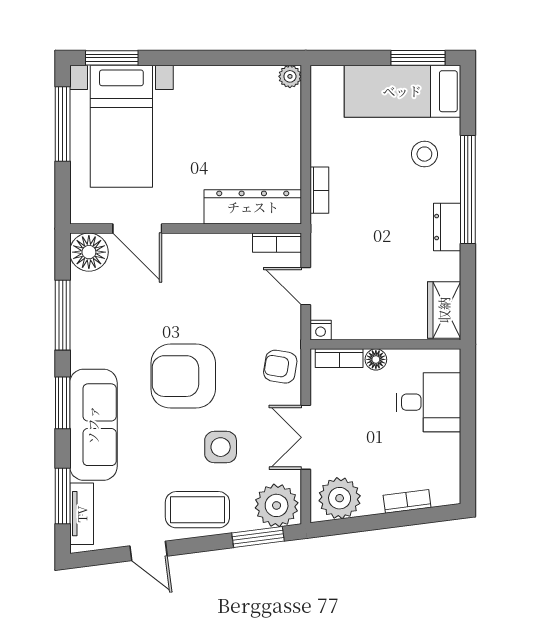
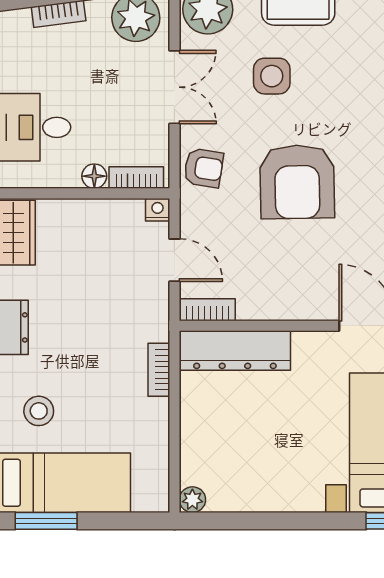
armchair: (183, 376) -> (297, 182), moved, turned 89

